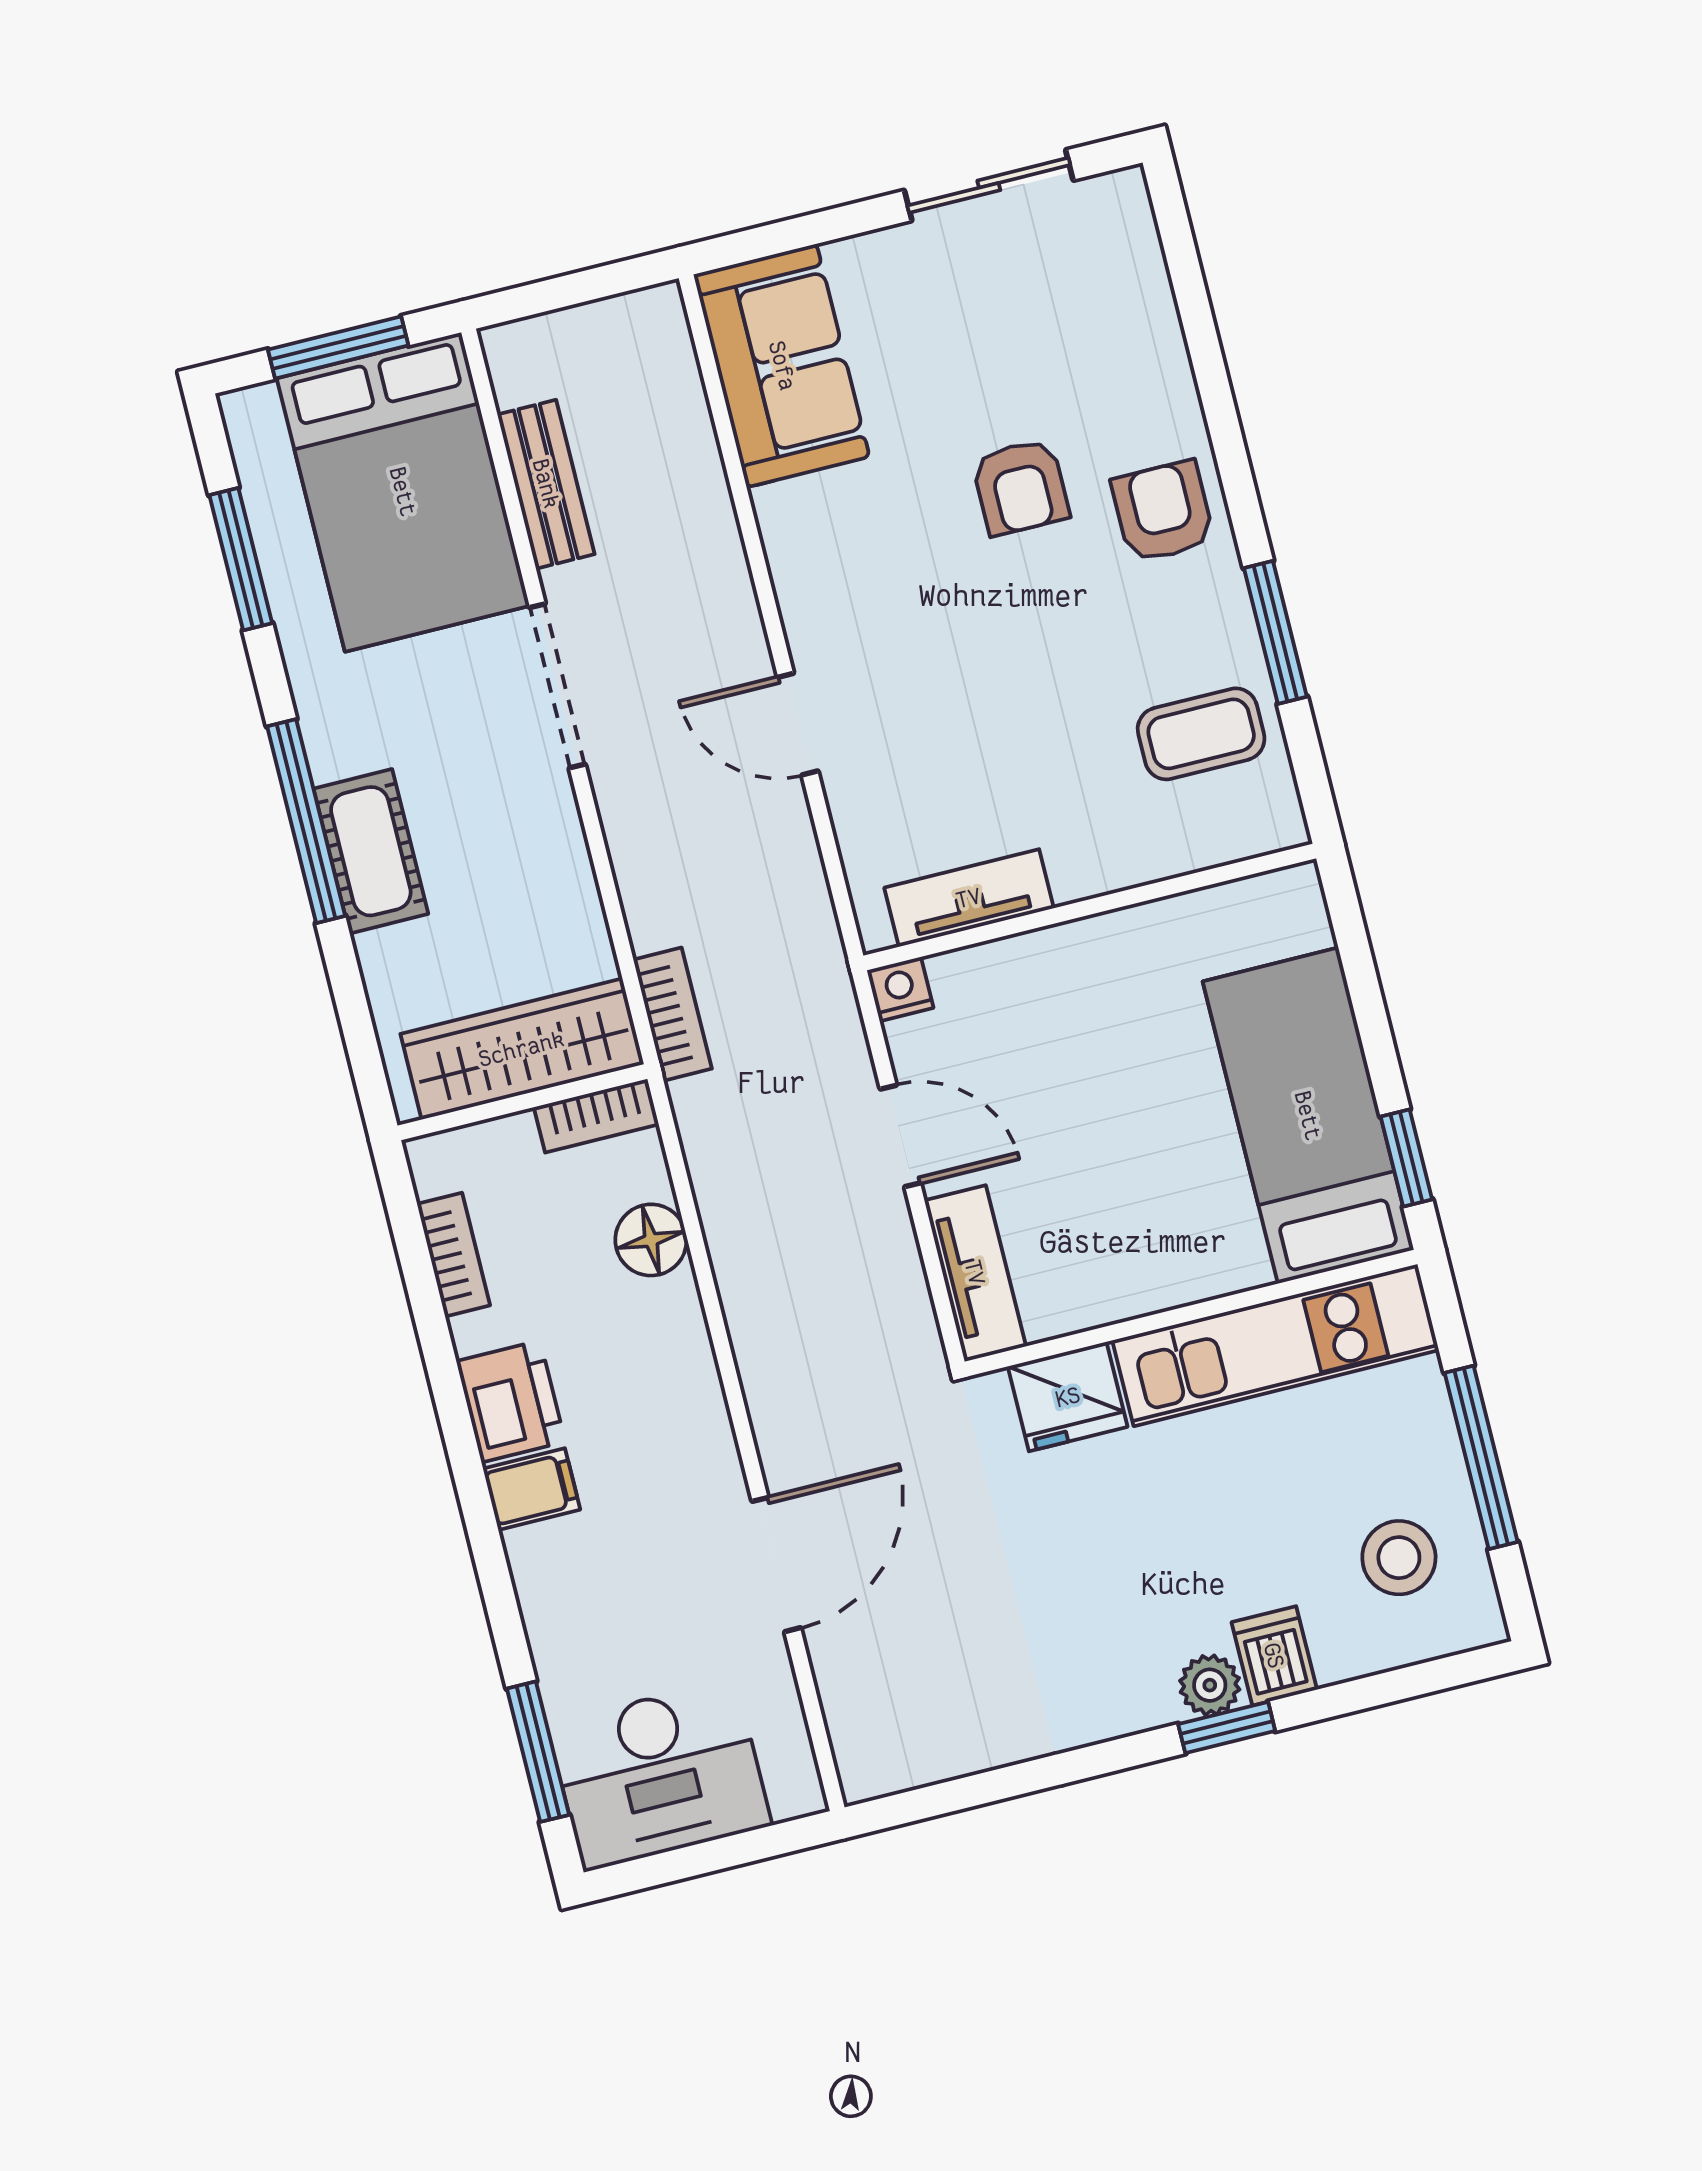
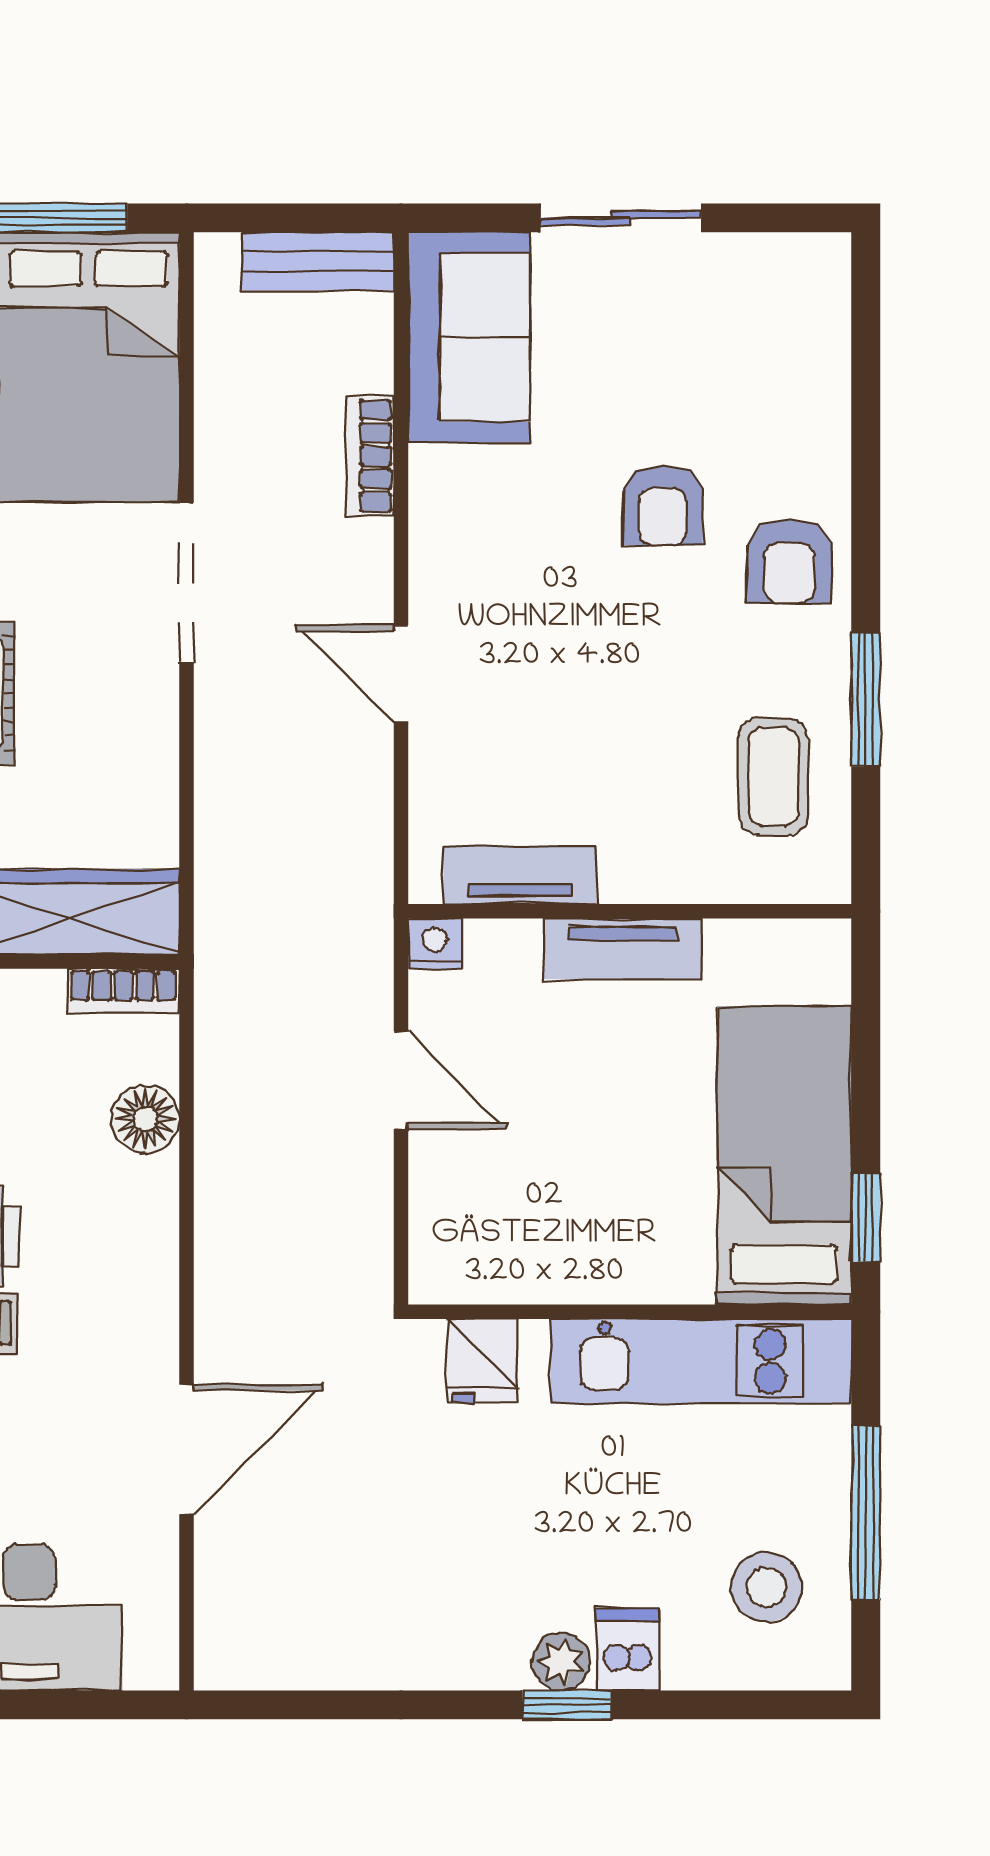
sliding door: (989, 185) -> (621, 218), moved
bench: (546, 484) -> (318, 261), moved, turned 90
armchair: (1163, 512) -> (789, 561), turned 180
coffee table: (1201, 734) -> (773, 776), turned 90
bookcase: (673, 1014) -> (370, 456), moved, turned 180
tv unit: (975, 1273) -> (623, 949), moved, turned 90
fridge: (1068, 1397) -> (482, 1361), width x0.72

